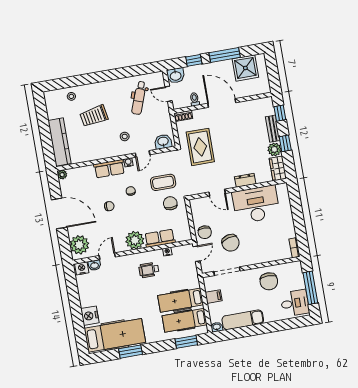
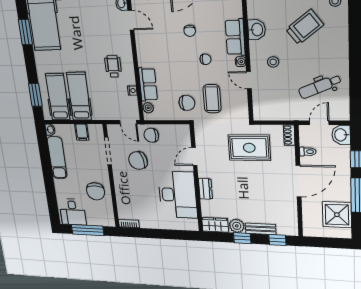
dental chair: (139, 98) -> (320, 87), turned -42
trolley: (94, 116) -> (305, 27), turned 63
washbasin: (163, 142) -> (257, 30), moved
plant: (135, 240) -> (148, 108), moved, width x0.53, depth x0.53
chair: (269, 281) -> (95, 191), turned -90

